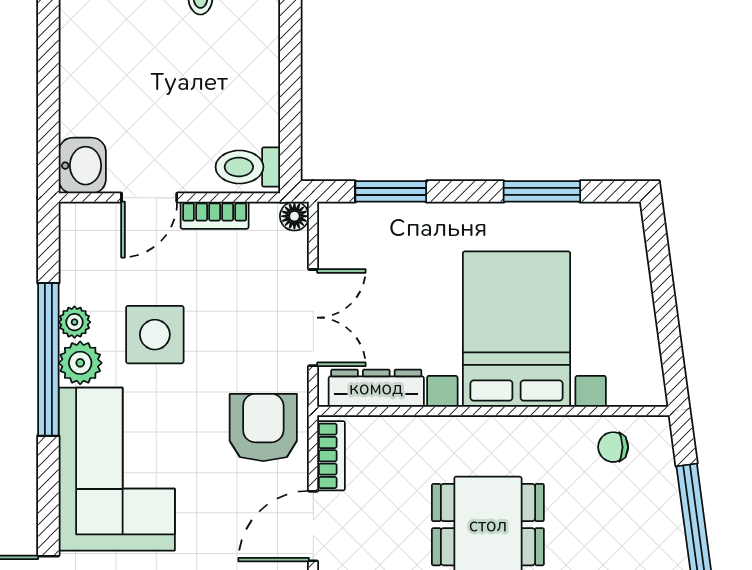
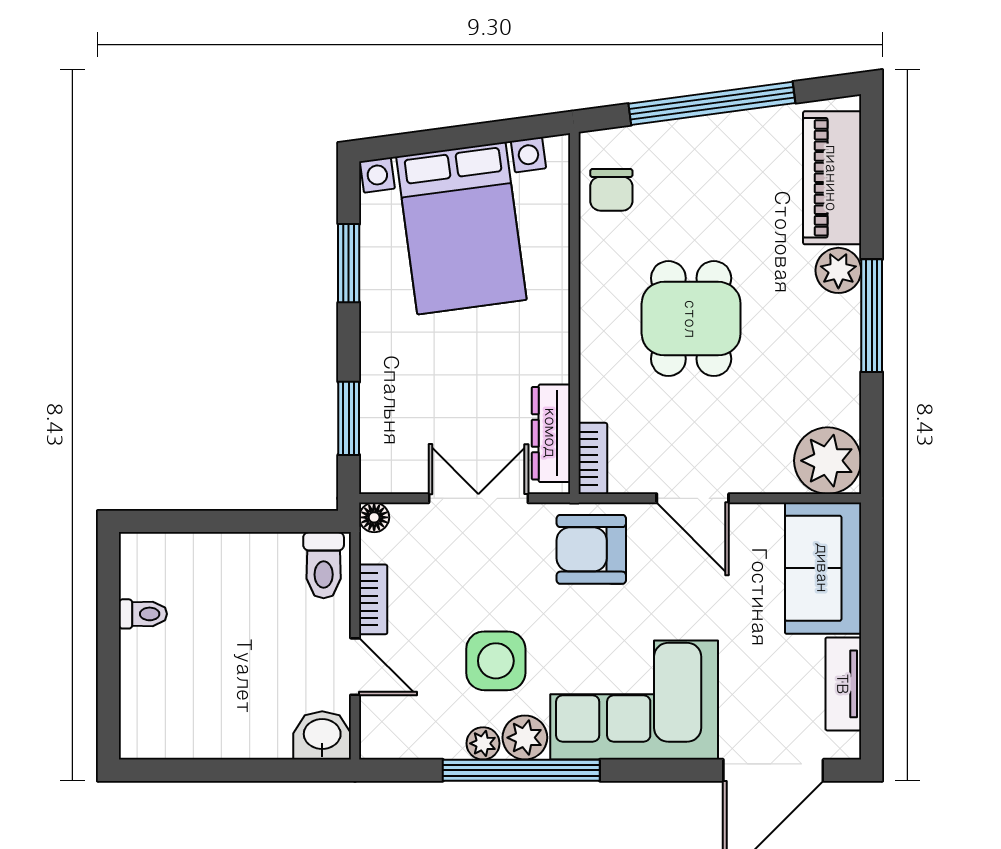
bed with nightstands: (517, 329) -> (461, 228), moved, turned -98
chair: (613, 447) -> (611, 190), width x1.37, depth x1.37
bookcase: (331, 456) -> (593, 458), moved, turned 90

